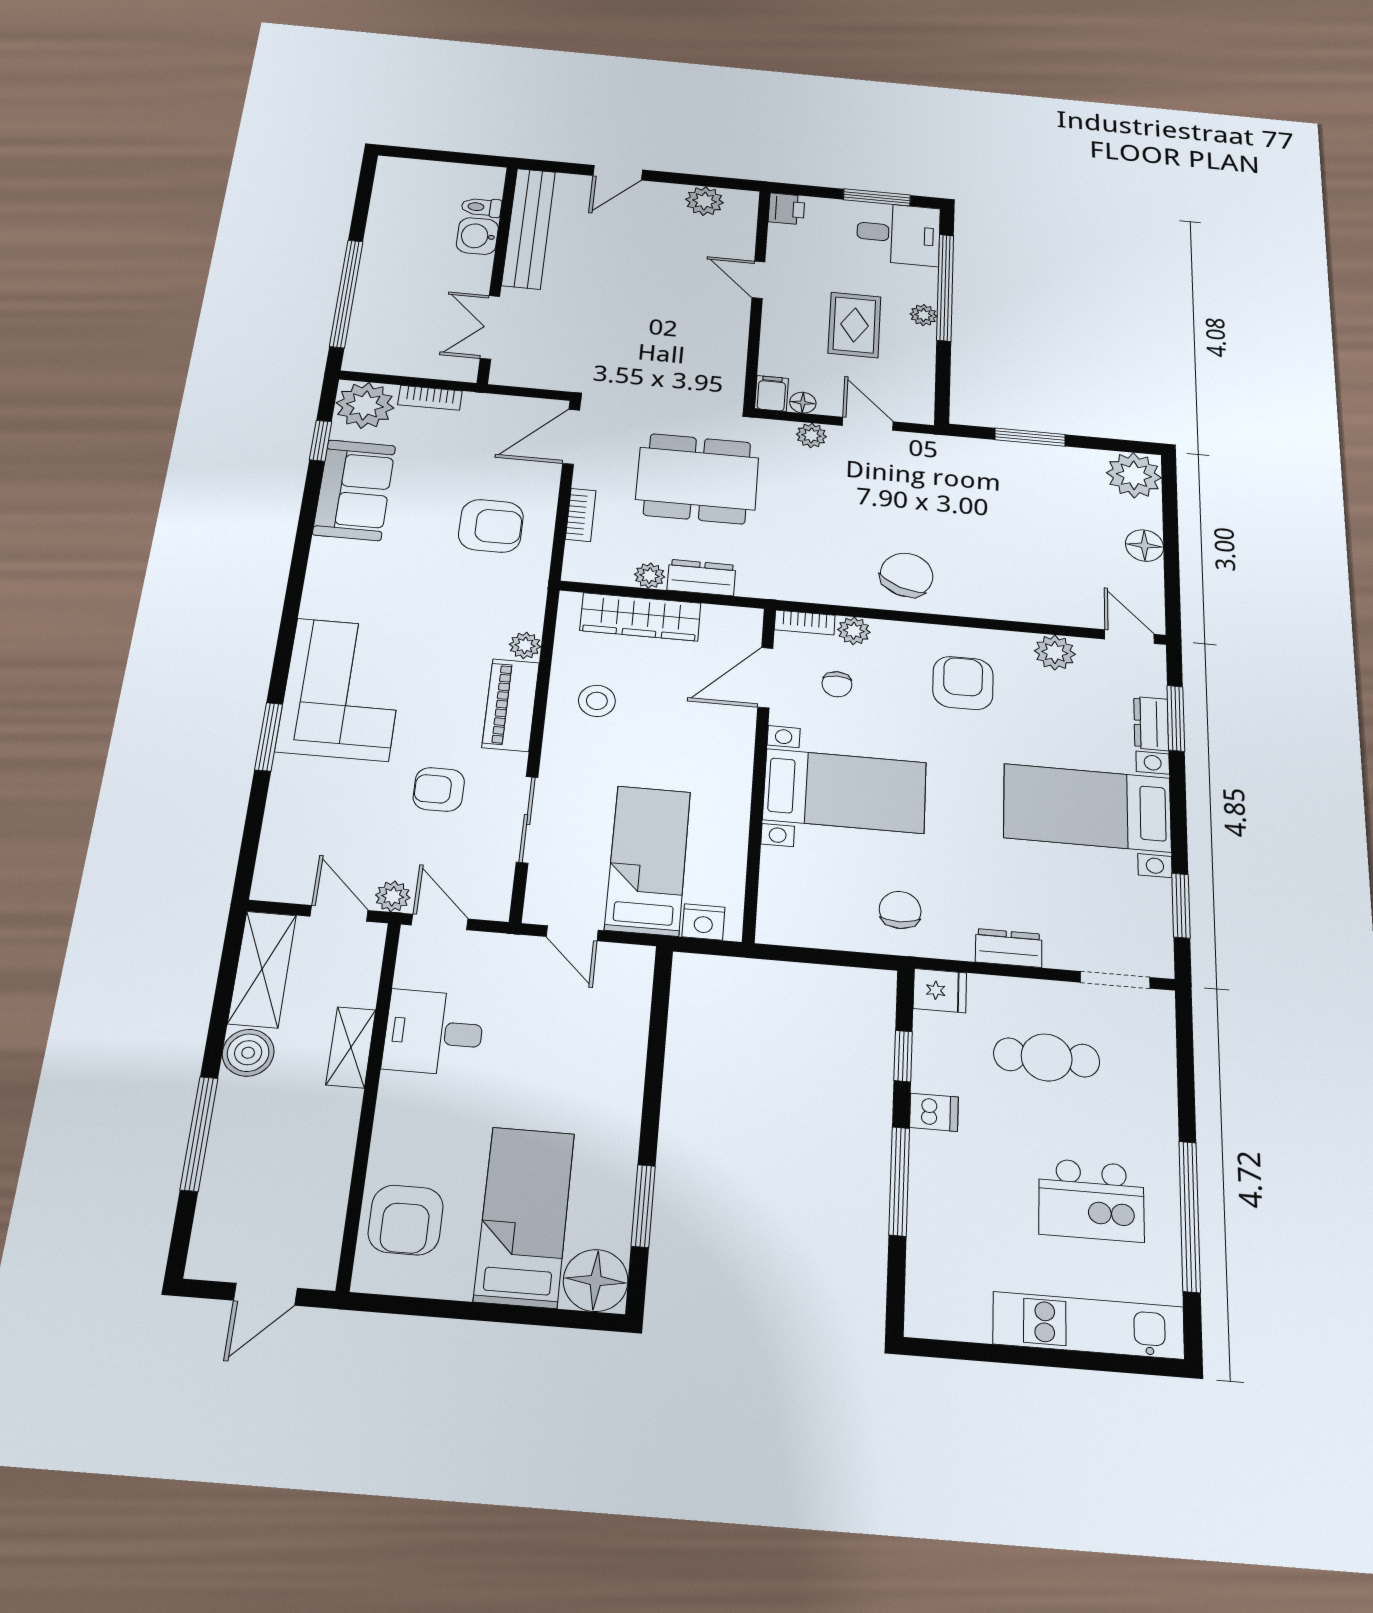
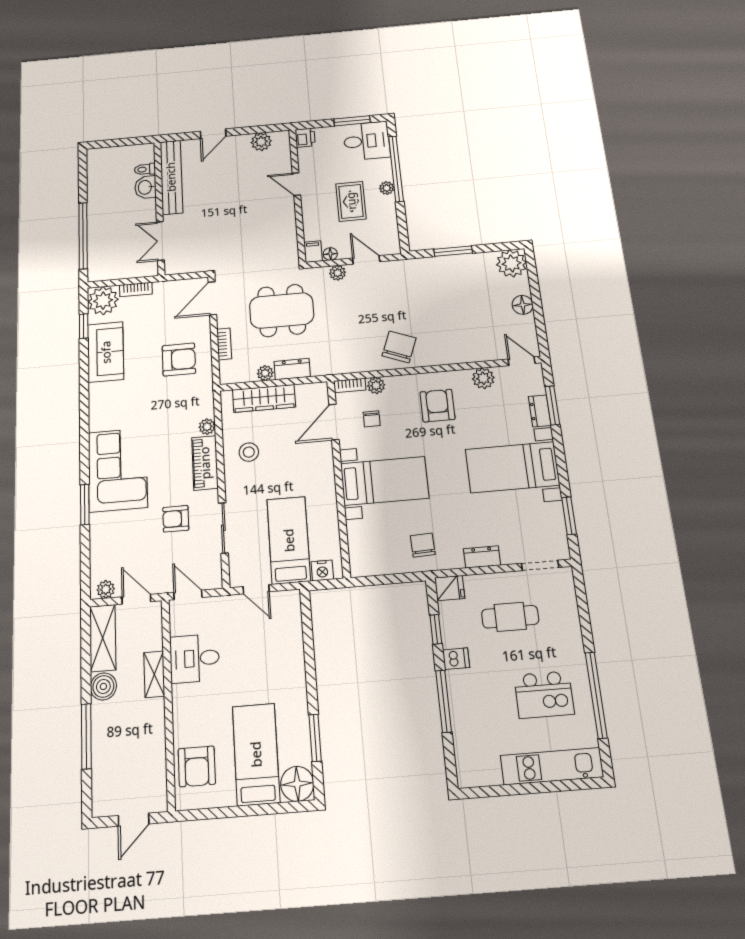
plant: (393, 896) -> (106, 589), moved

